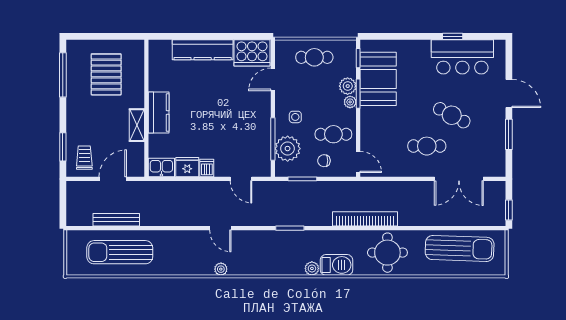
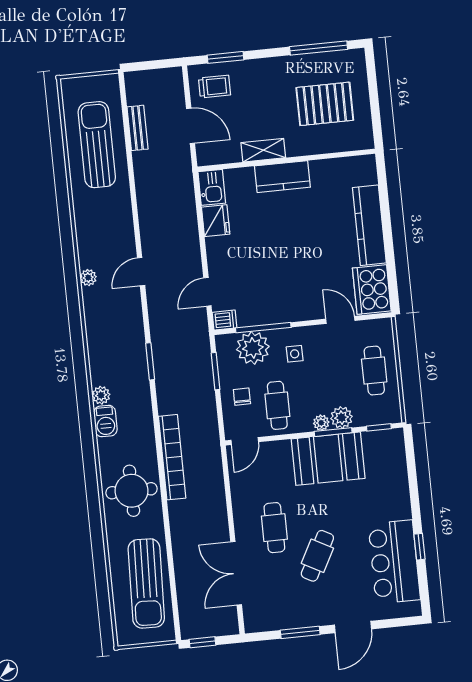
booth: (378, 79) -> (328, 459), moved
dishwasher: (207, 168) -> (224, 320), moved
bench: (116, 220) -> (137, 128), width x0.73
barbecue: (336, 265) -> (105, 421), width x0.73, depth x0.79

